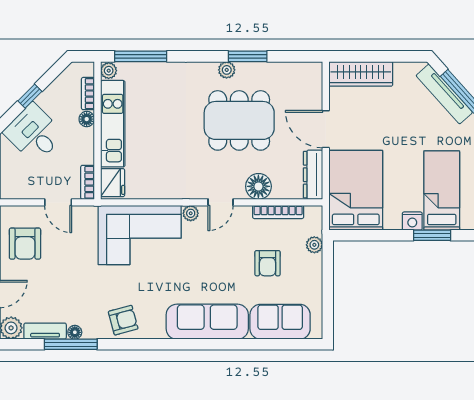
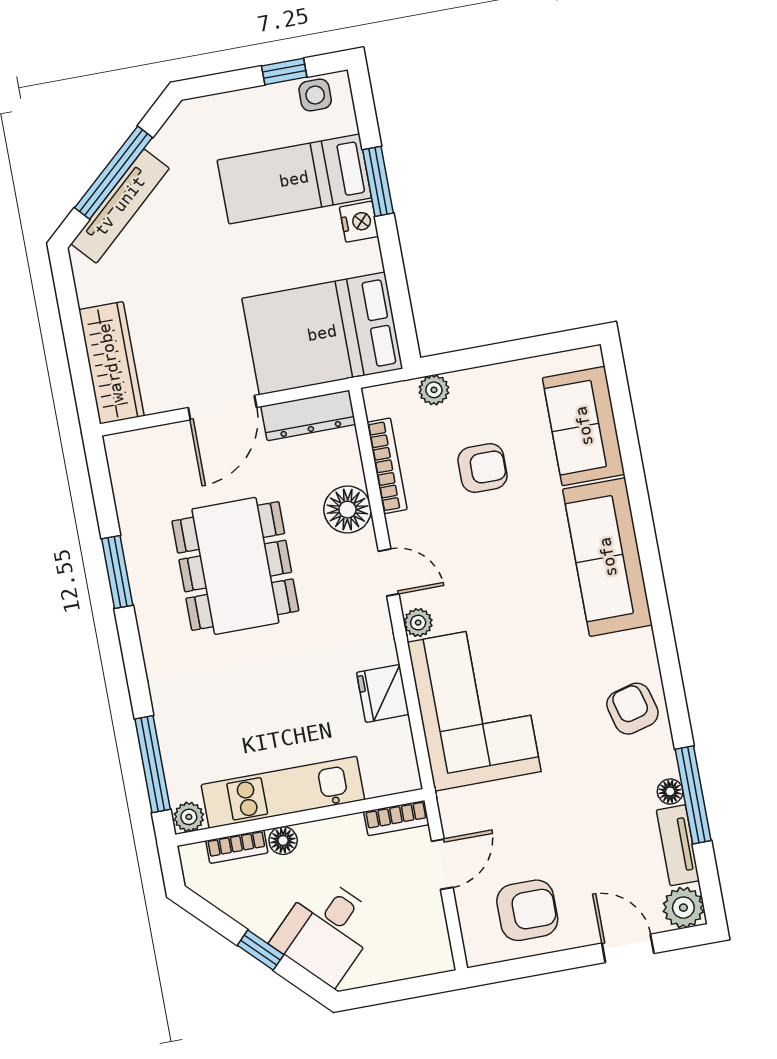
plant: (227, 70) -> (149, 605), removed
fridge: (113, 183) -> (383, 693), moved, turned -90

